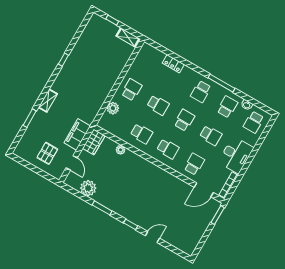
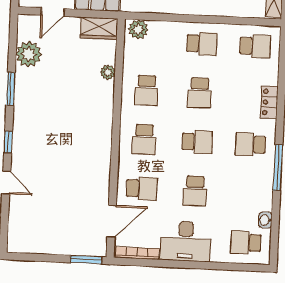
locker: (173, 64) -> (269, 102), moved
school desk: (227, 107) -> (255, 46), moved
plant: (113, 108) -> (138, 29), moved
door: (204, 190) -> (112, 221), swing flipped

